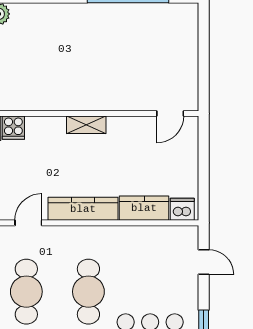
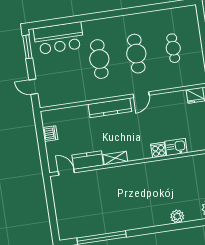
door: (170, 114) -> (66, 172), hinge flipped
kitchen counter: (144, 208) -> (88, 160), moved, turned 180
dishwasher: (182, 209) -> (50, 134), moved, turned -90

